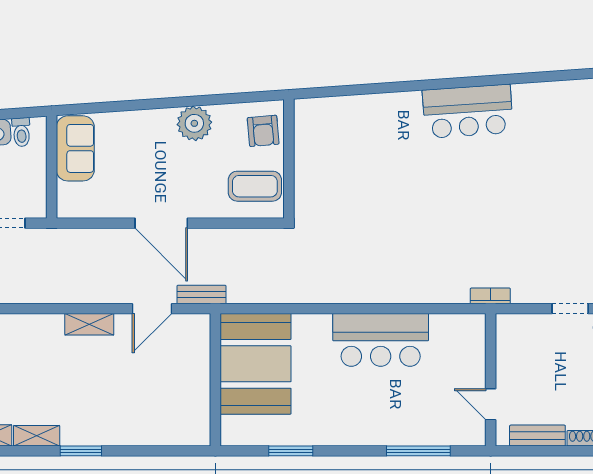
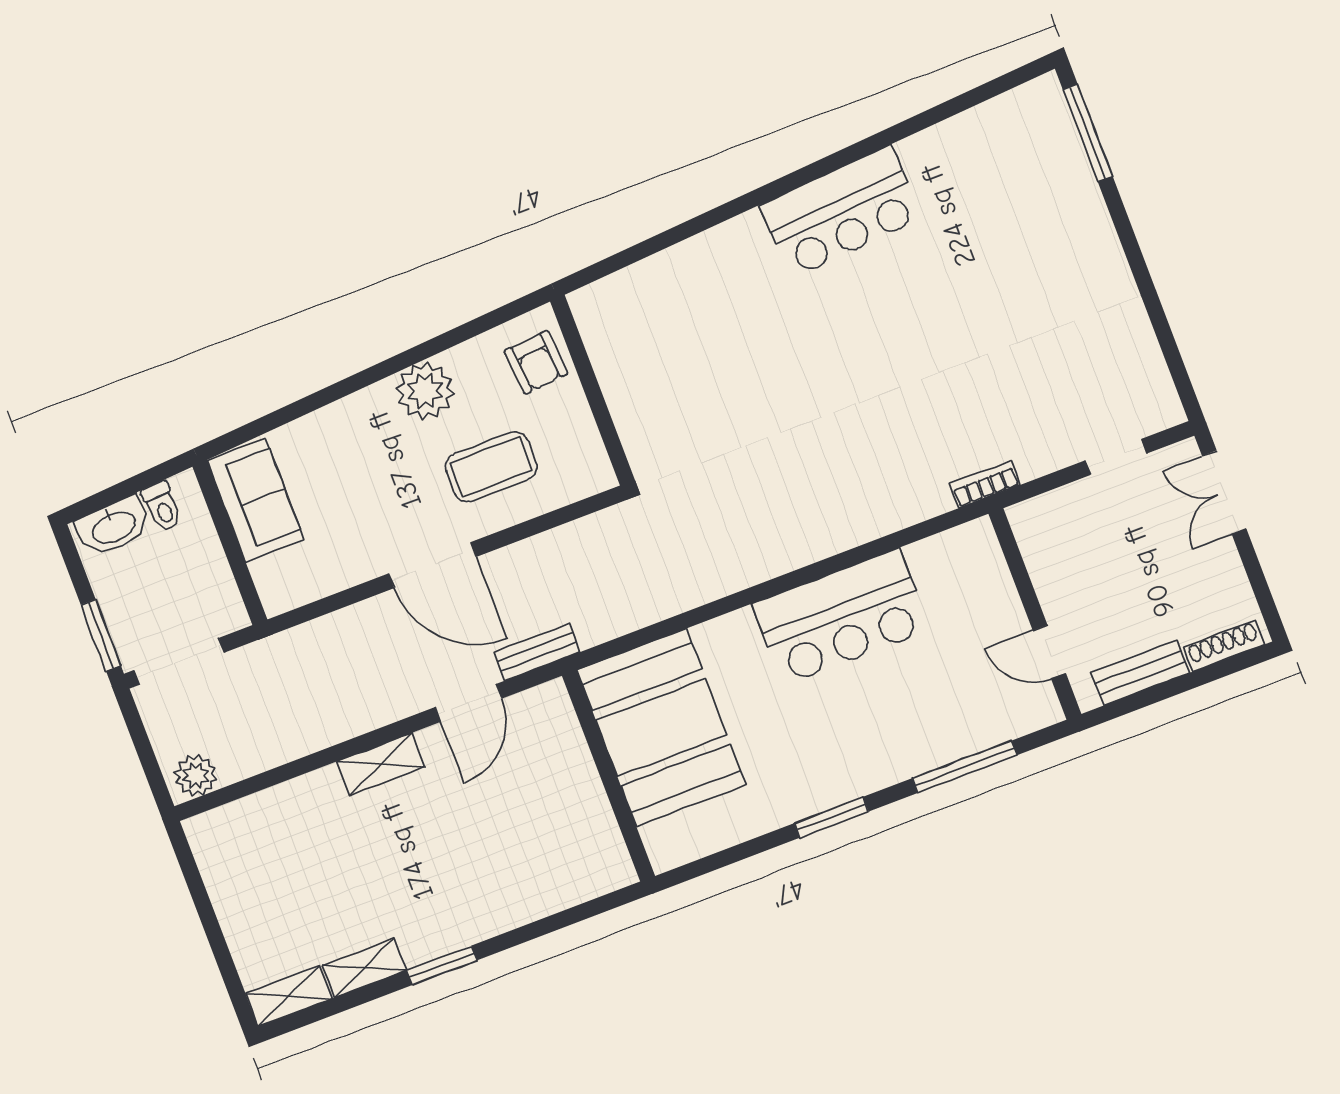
coffee table: (255, 186) -> (491, 467), moved
window: (291, 451) -> (831, 817), moved

